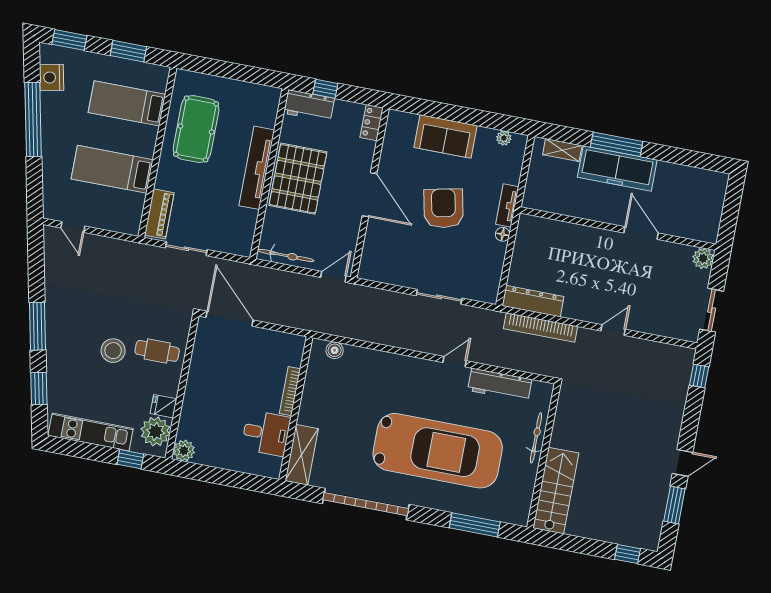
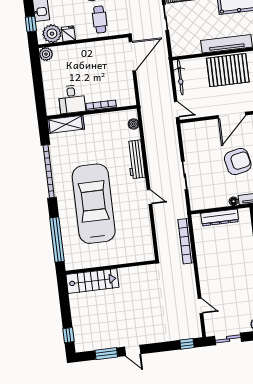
dresser: (533, 301) -> (220, 217), moved, turned 90
door: (613, 330) -> (200, 306), moved
workbench: (500, 385) -> (136, 159), moved
bicycle: (536, 438) -> (120, 259), removed
car: (438, 451) -> (94, 204), turned 180
window: (475, 525) -> (57, 240), width x1.46

